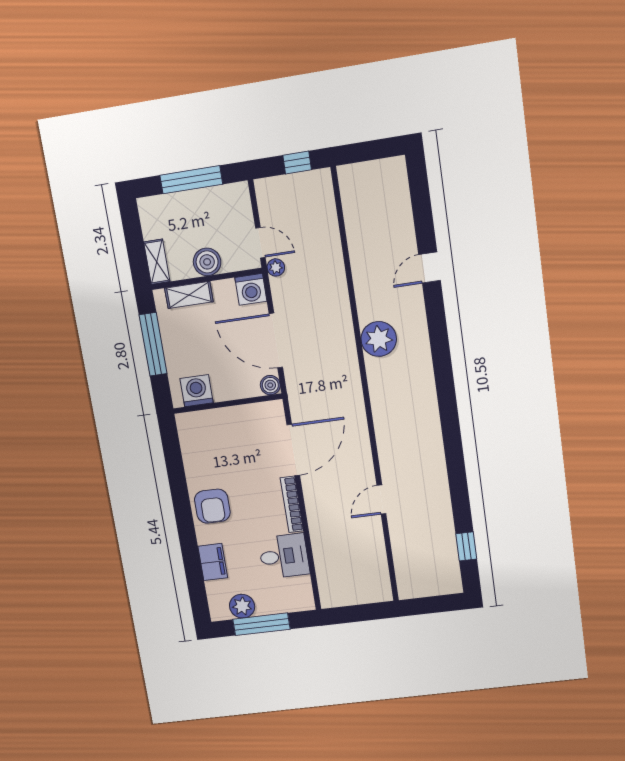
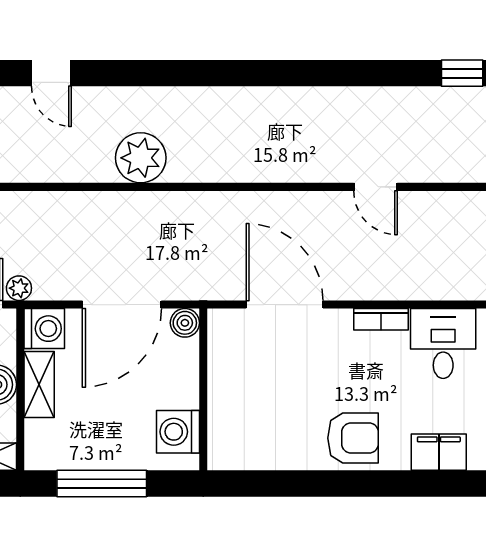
shelving: (189, 295) -> (39, 385), moved
bookcase: (292, 504) -> (381, 319), width x0.64

